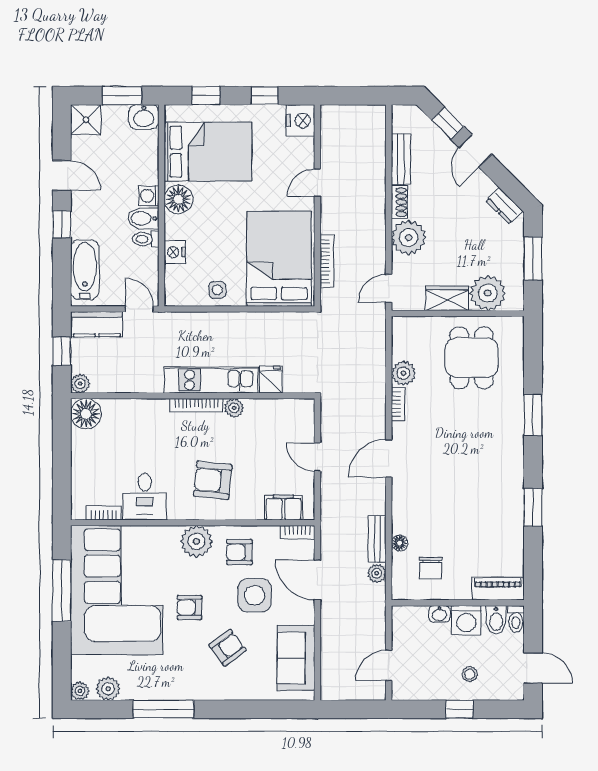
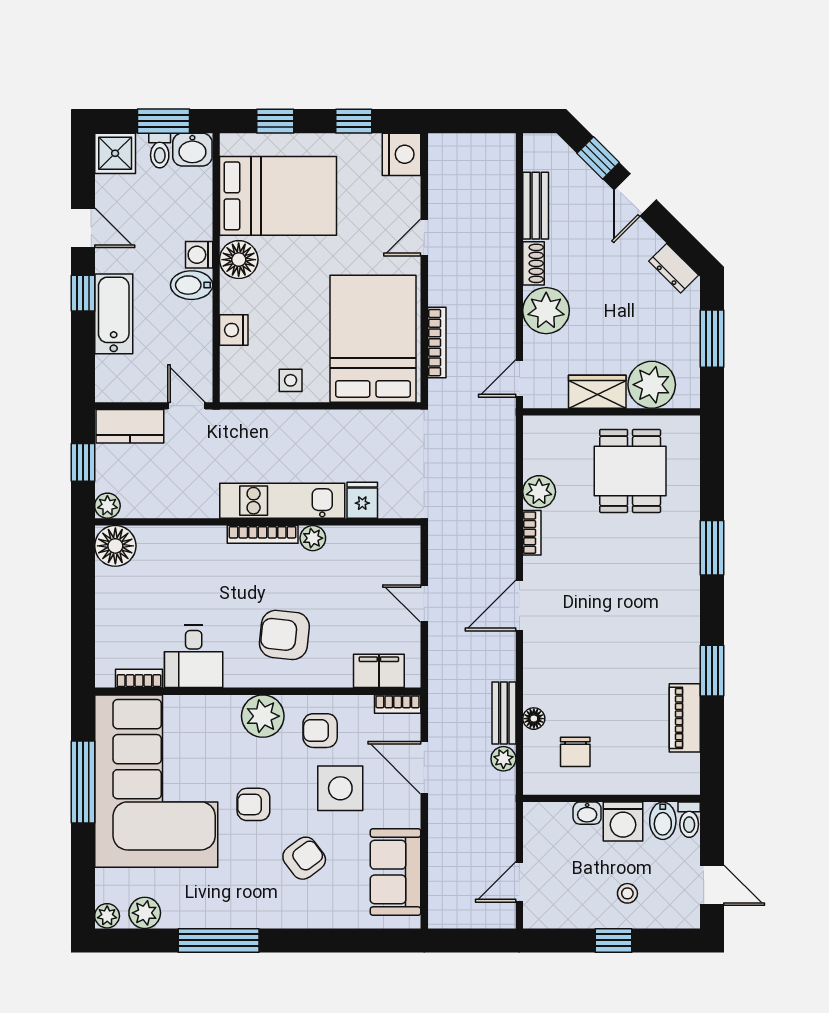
toilet: (146, 239) -> (160, 150), moved, turned -90
bathtub: (85, 270) -> (114, 314), moved
piano: (498, 589) -> (685, 718), moved, turned -90

